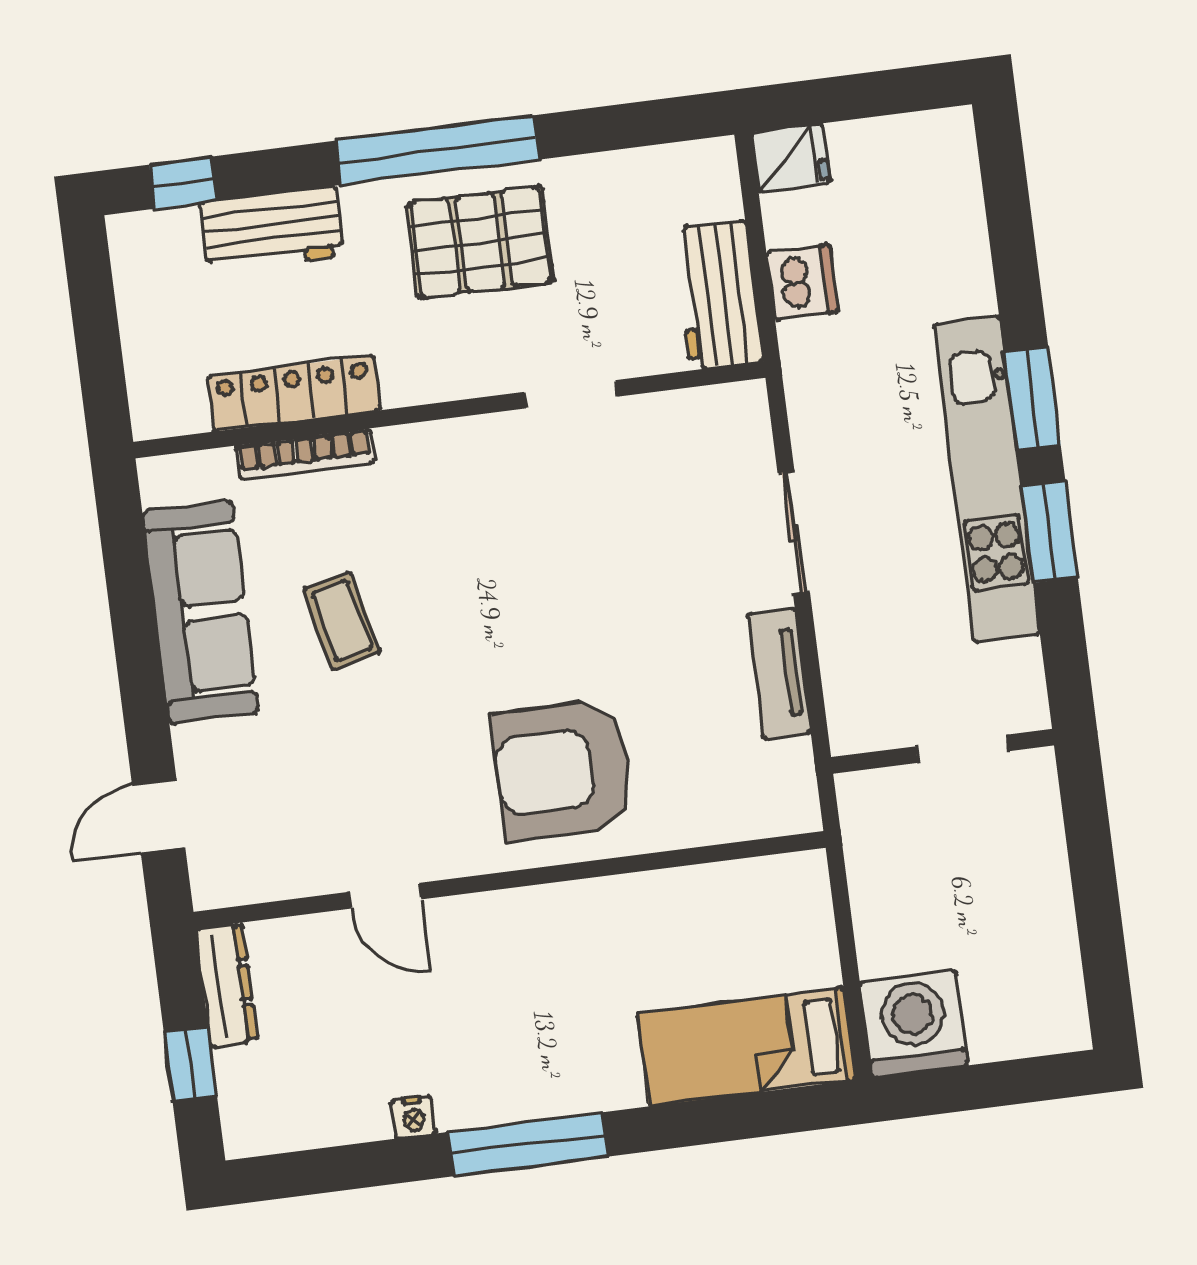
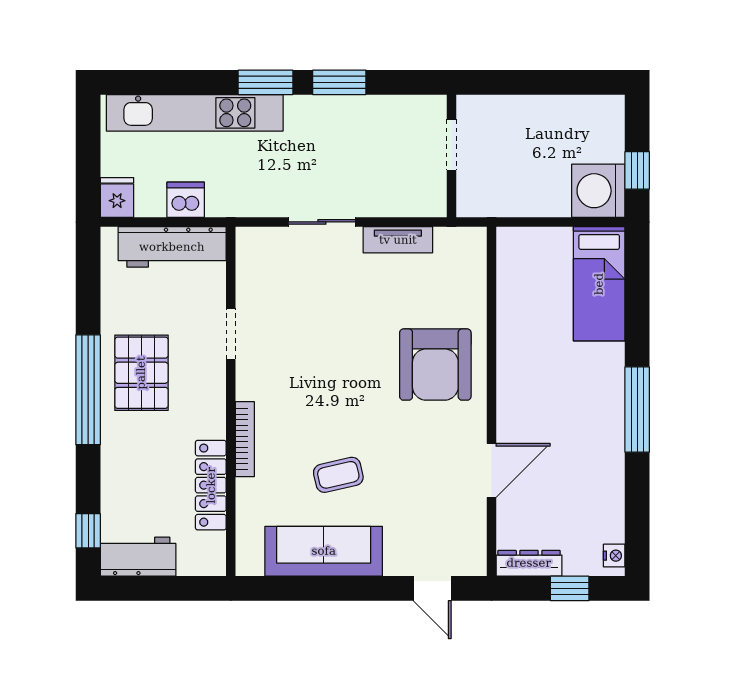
workbench: (272, 229) -> (138, 557), moved, turned -90
workbench: (718, 295) -> (172, 247), width x1.38
bookcase: (305, 454) -> (245, 439), moved
kitchen unit: (987, 479) -> (195, 113), moved
door: (385, 896) -> (491, 470), width x1.38
window: (959, 1089) -> (637, 170), added
nightstand: (414, 1117) -> (614, 556), moved

